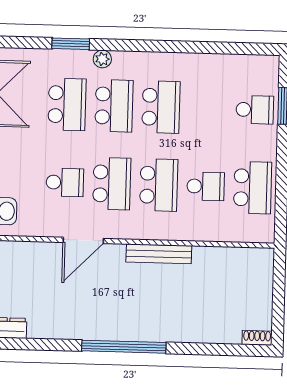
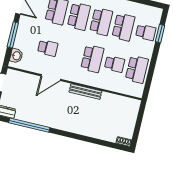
school desk: (112, 184) -> (123, 27), moved
window: (124, 347) -> (29, 125), moved

